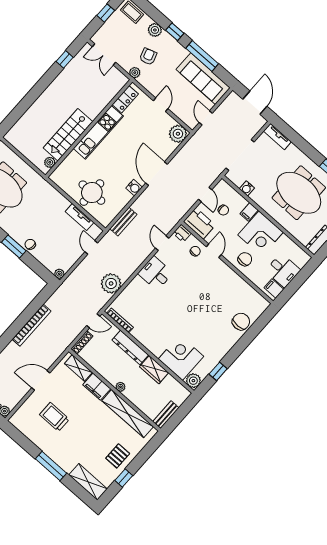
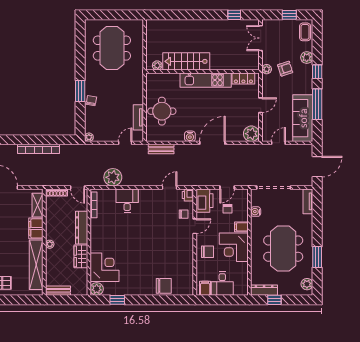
desk: (155, 273) -> (127, 201), moved

